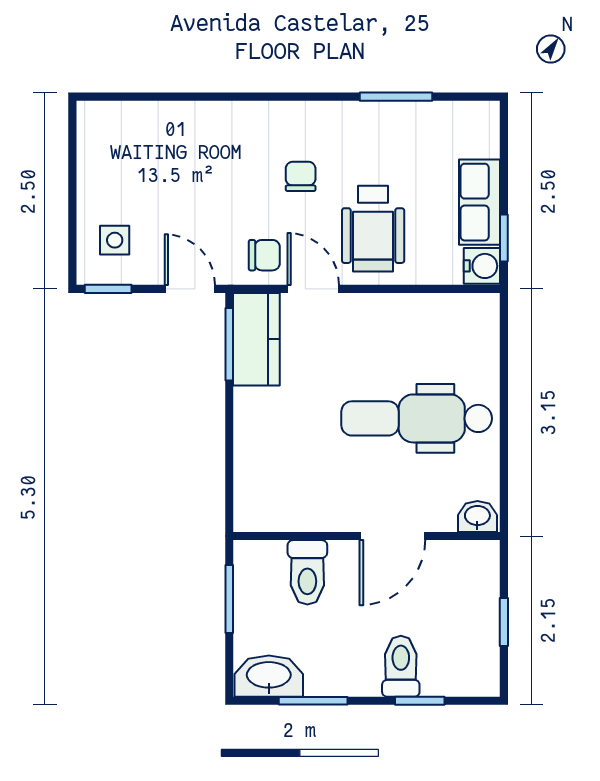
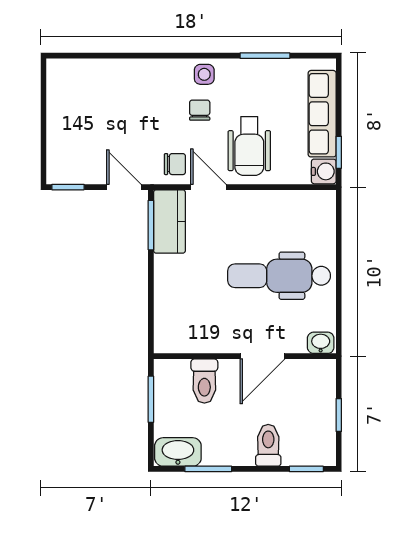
row of seats: (480, 202) -> (322, 114), width x1.48
side table: (115, 240) -> (204, 74), moved
window: (420, 701) -> (306, 469), moved

